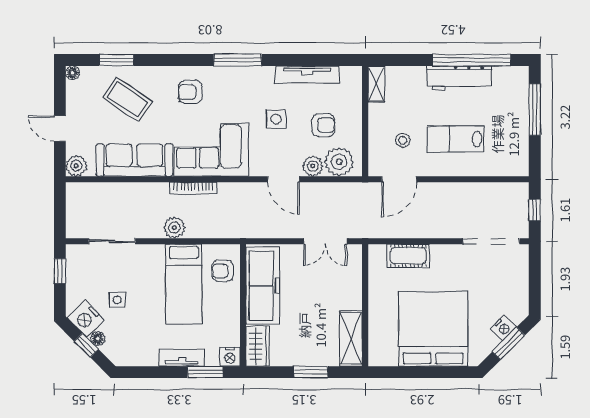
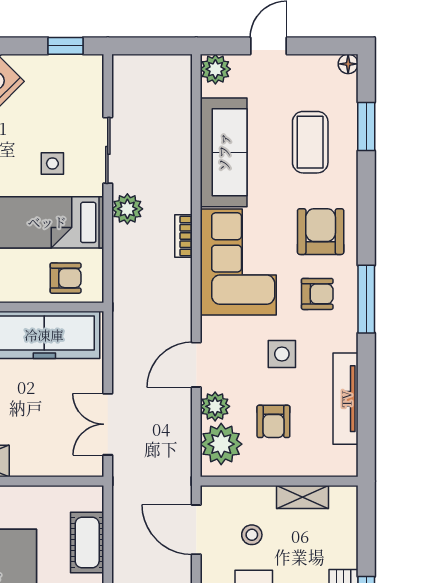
shelving: (376, 84) -> (302, 497), moved
armchair: (190, 92) -> (321, 232), width x1.38, depth x1.38
armchair: (234, 94) -> (317, 294), added
coffee table: (127, 99) -> (310, 142), turned -34
bookcase: (193, 188) -> (184, 236), width x0.64
sliding door: (112, 241) -> (108, 150), moved
armchair: (223, 271) -> (66, 278), turned 90
side table: (117, 300) -> (52, 163), moved

